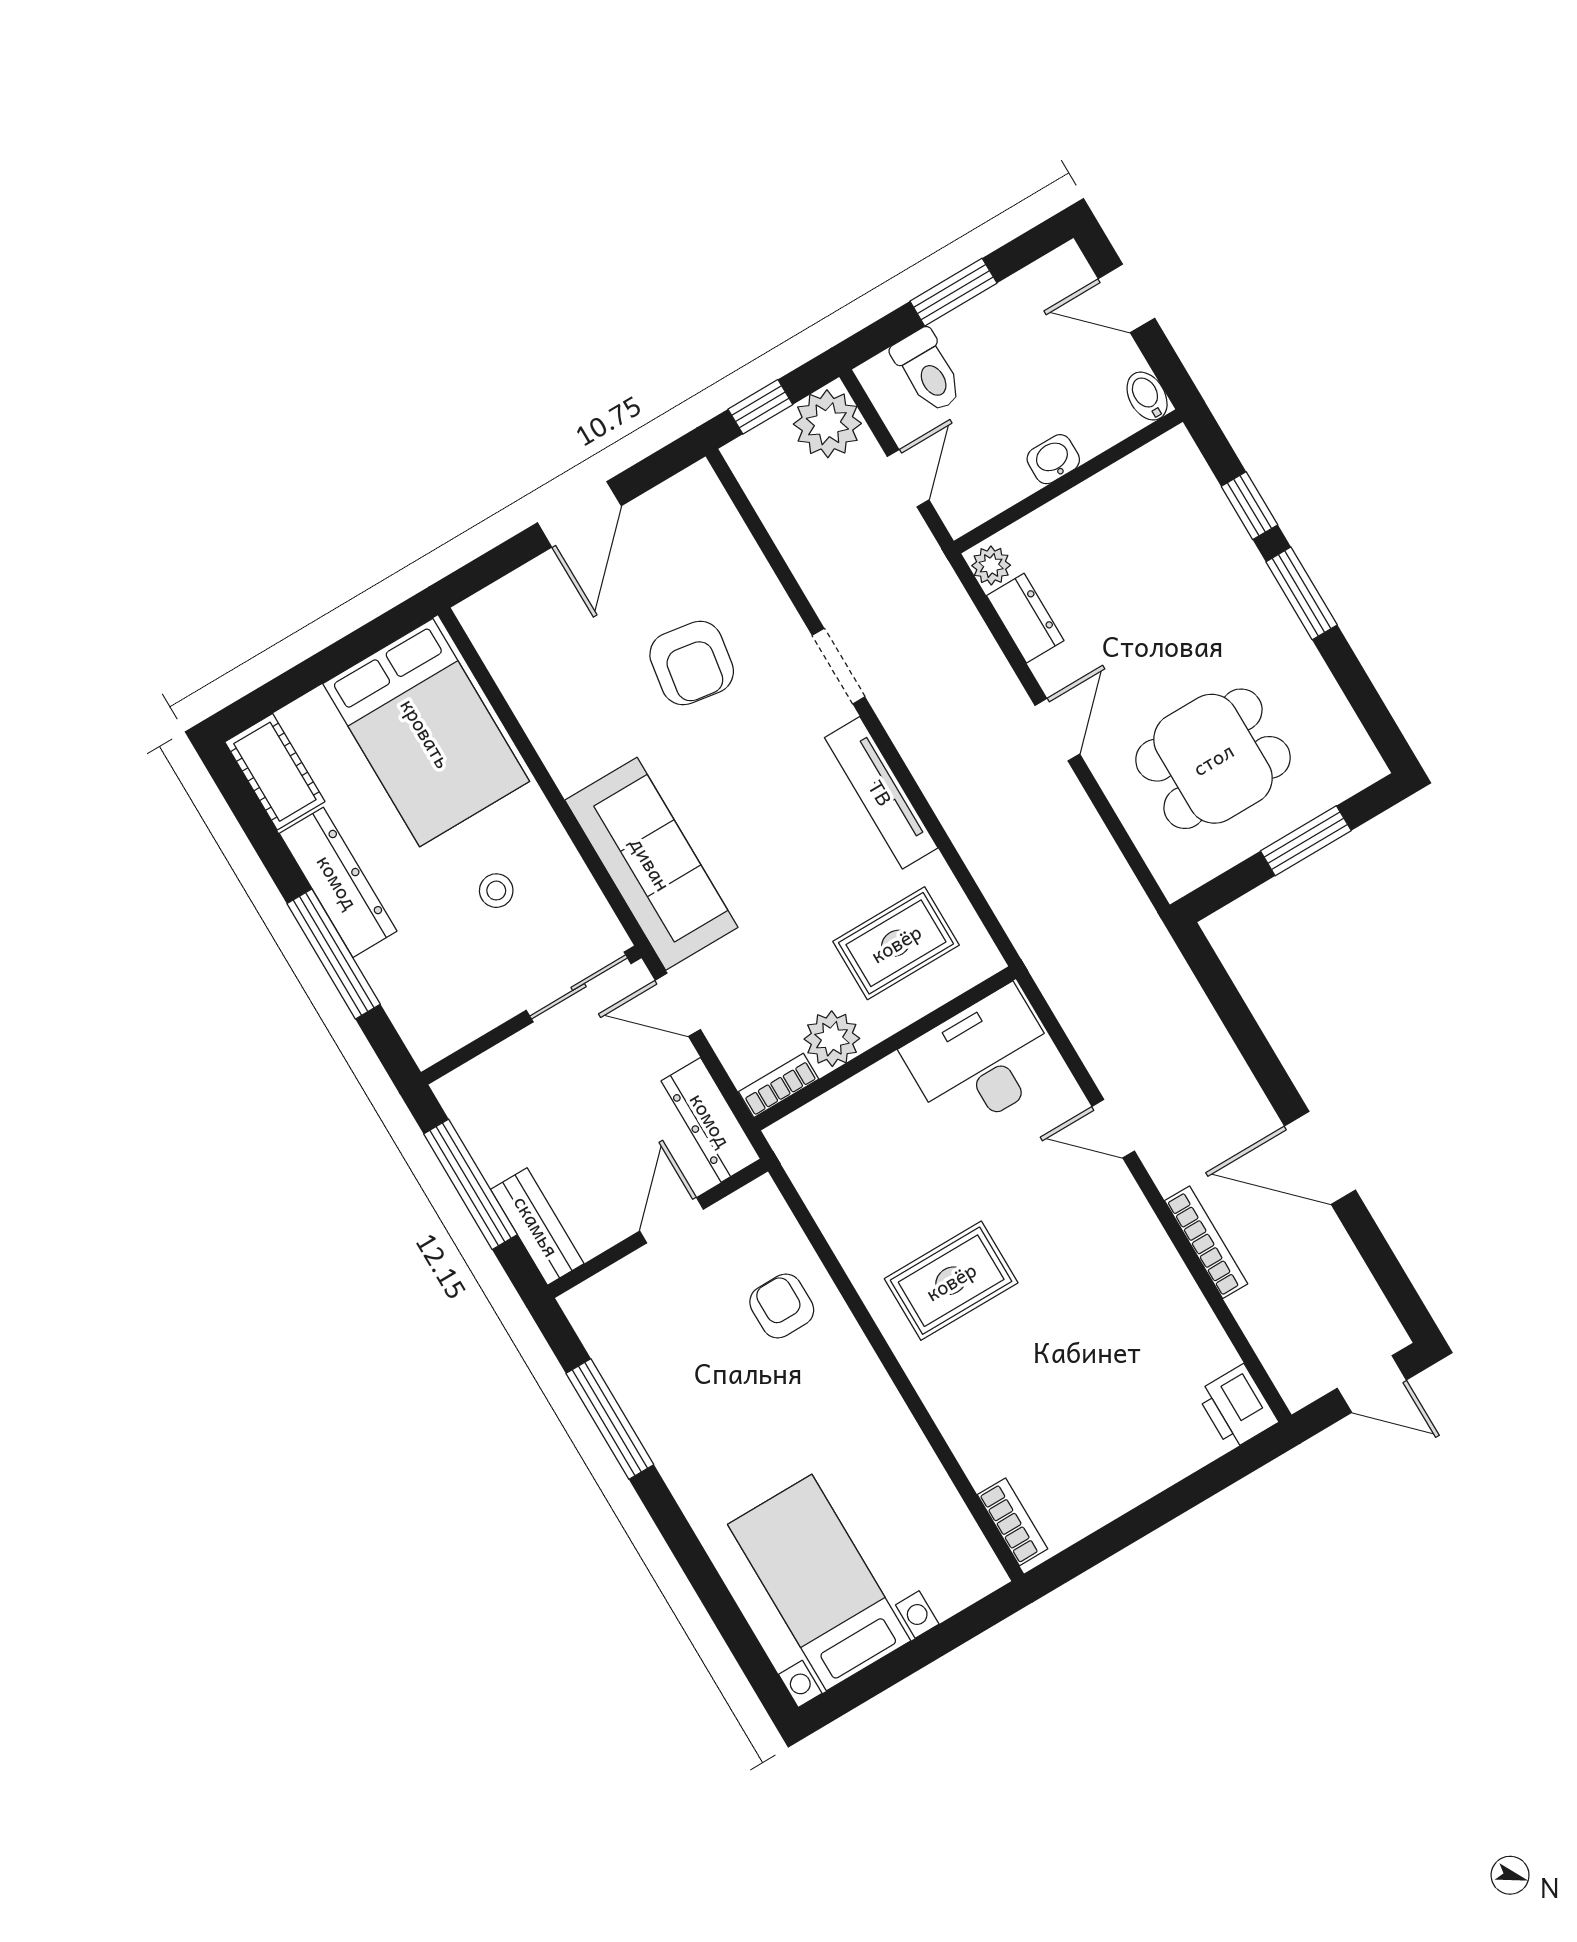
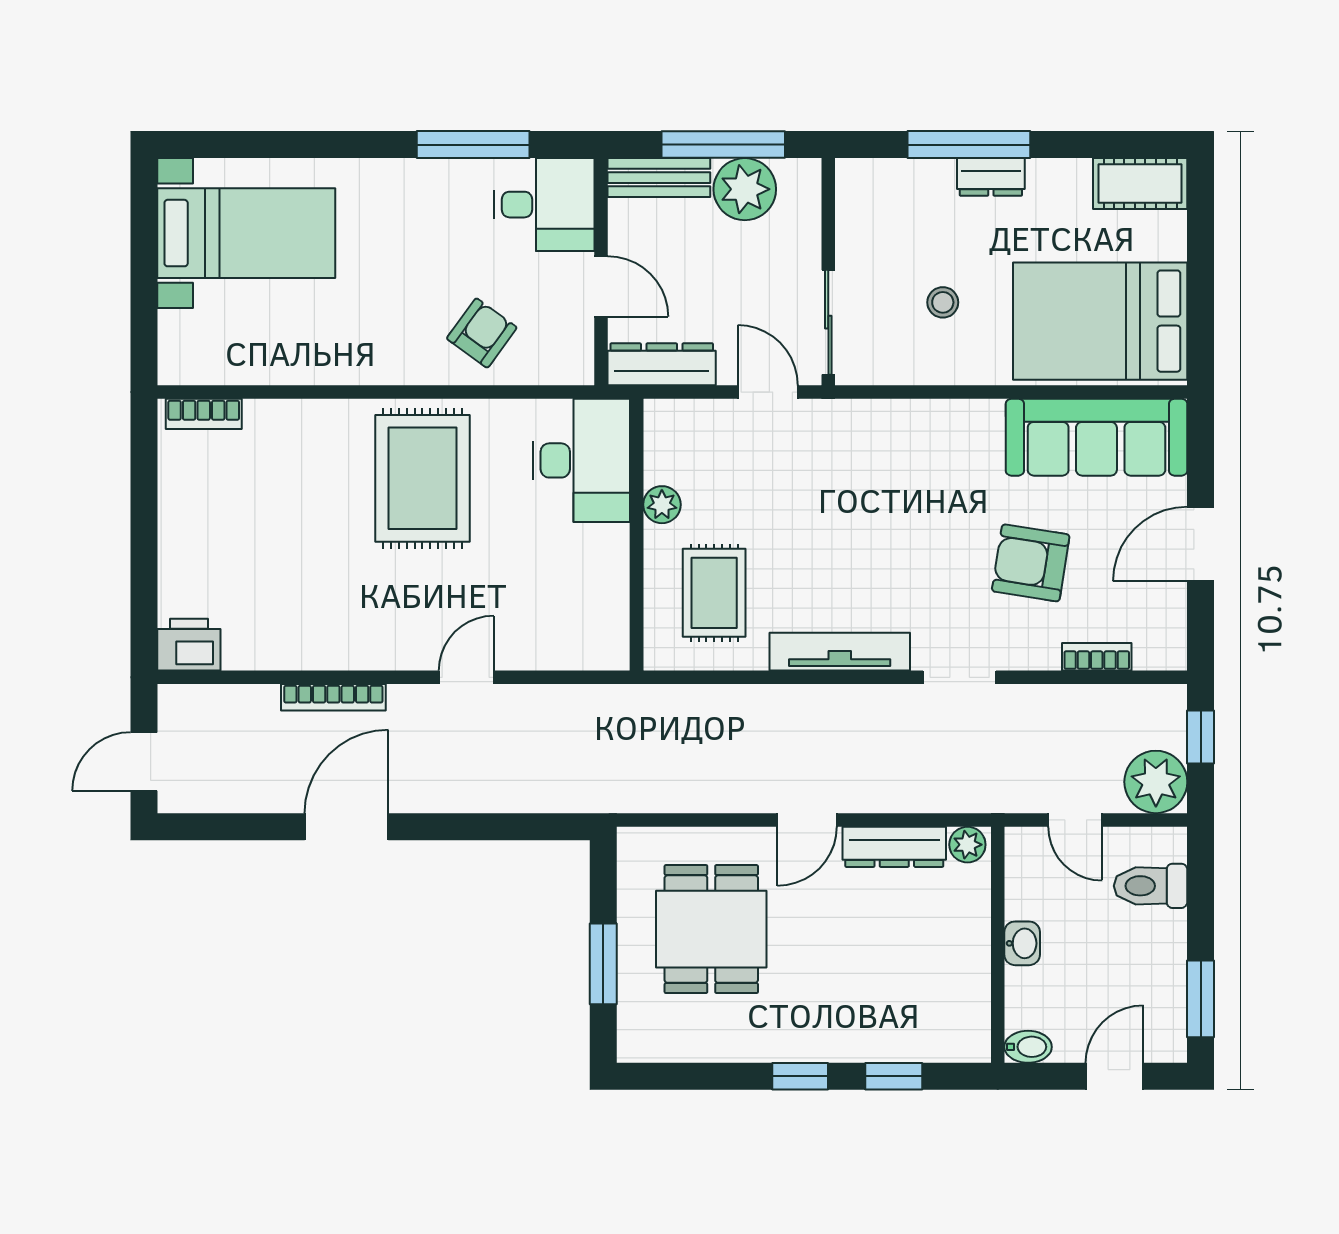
window: (953, 292) -> (1201, 999), moved
door: (579, 514) -> (1201, 544), hinge flipped
window: (1302, 593) -> (800, 1076), width x0.67
dresser: (1025, 618) -> (894, 847), width x1.44
door: (1057, 730) -> (807, 820), hinge flipped
sofa: (651, 864) -> (1096, 437), moved
dresser: (338, 882) -> (991, 177), width x0.51, depth x0.80
door: (678, 1005) -> (768, 392), hinge flipped
plant: (832, 1039) -> (662, 505), width x0.73, depth x0.73
desk: (982, 1061) -> (581, 460), moved
bookcase: (779, 1085) -> (1097, 657), moved, turned -90
plant: (500, 1139) -> (745, 189), added
rug: (951, 1281) -> (422, 478), width x1.36, depth x1.43
armchair: (782, 1306) -> (482, 333), turned -54
desk: (627, 1319) -> (544, 205), added

